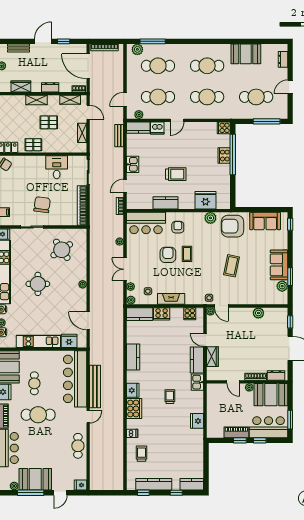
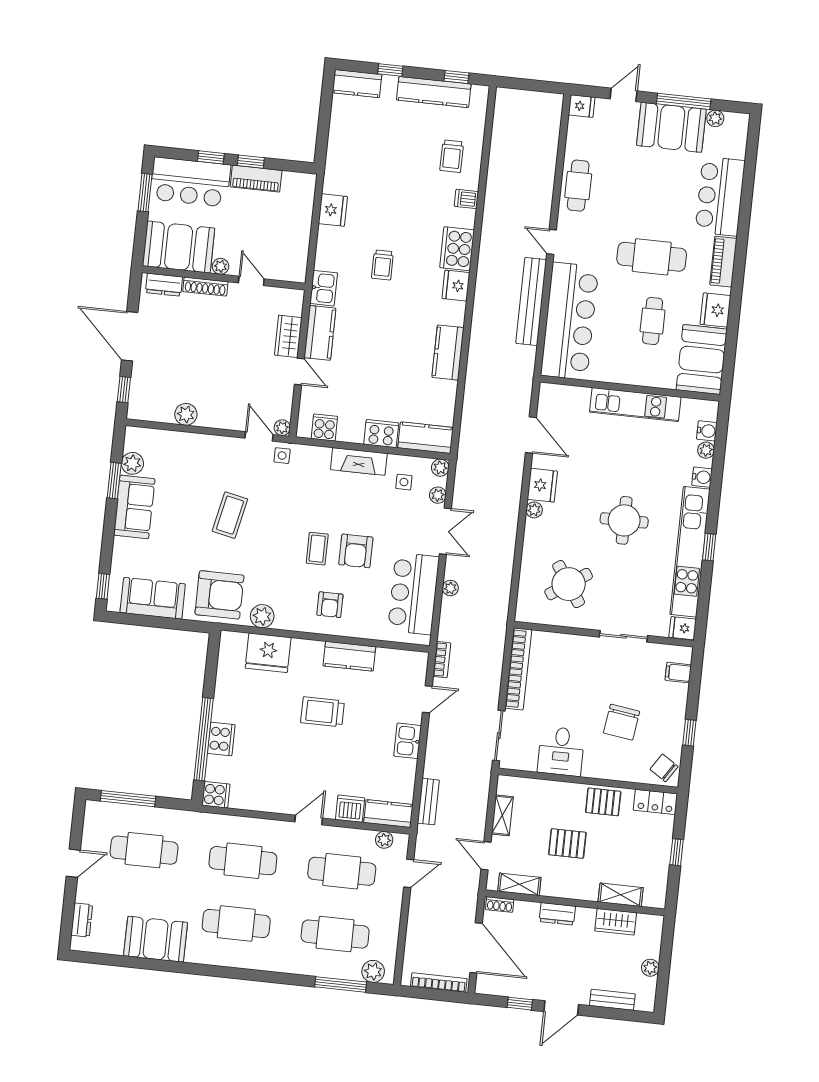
shelving: (37, 100) -> (621, 895), moved
chair: (42, 205) -> (622, 722), moved
bar counter: (146, 223) -> (413, 594), moved, turned -90
fridge: (69, 341) -> (542, 485), moved, turned -90
door: (88, 417) -> (552, 242), hinge flipped

